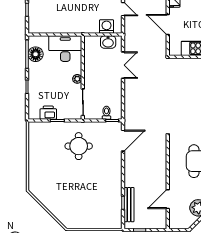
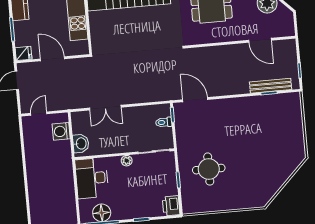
door: (168, 25) -> (52, 59), swing flipped
washbasin: (108, 42) -> (81, 143), moved
double door: (123, 65) -> (105, 108), swing flipped
printer: (48, 113) -> (171, 206), moved
round table: (79, 146) -> (209, 169), moved

